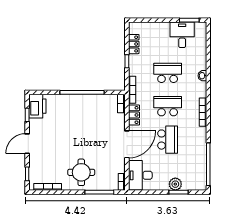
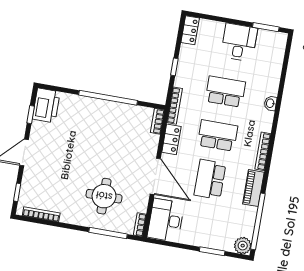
desk: (182, 35) -> (239, 42), moved
locker: (134, 44) -> (190, 30), moved
school desk: (168, 140) -> (210, 179), turned 180
piano: (201, 140) -> (253, 188), added
door: (127, 144) -> (155, 176), hinge flipped
round table: (81, 172) -> (104, 196), moved
plant: (175, 184) -> (243, 246), moved

